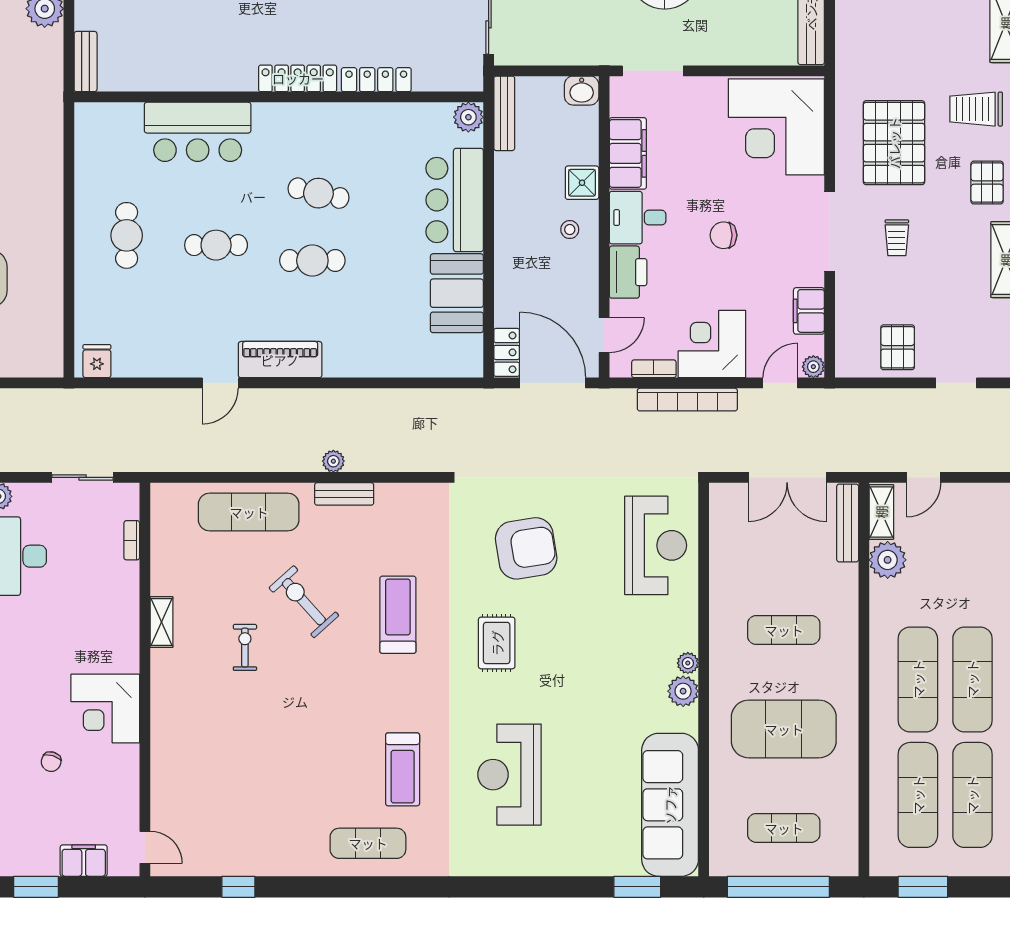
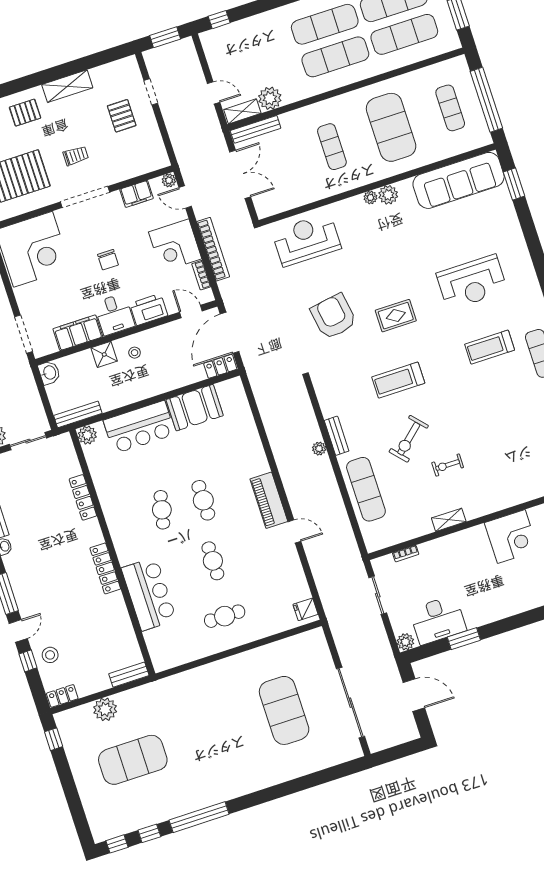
locker: (298, 78) -> (105, 568), moved
pallet: (898, 347) -> (122, 116), moved, turned 90
treadmill: (403, 769) -> (490, 347), turned 180

